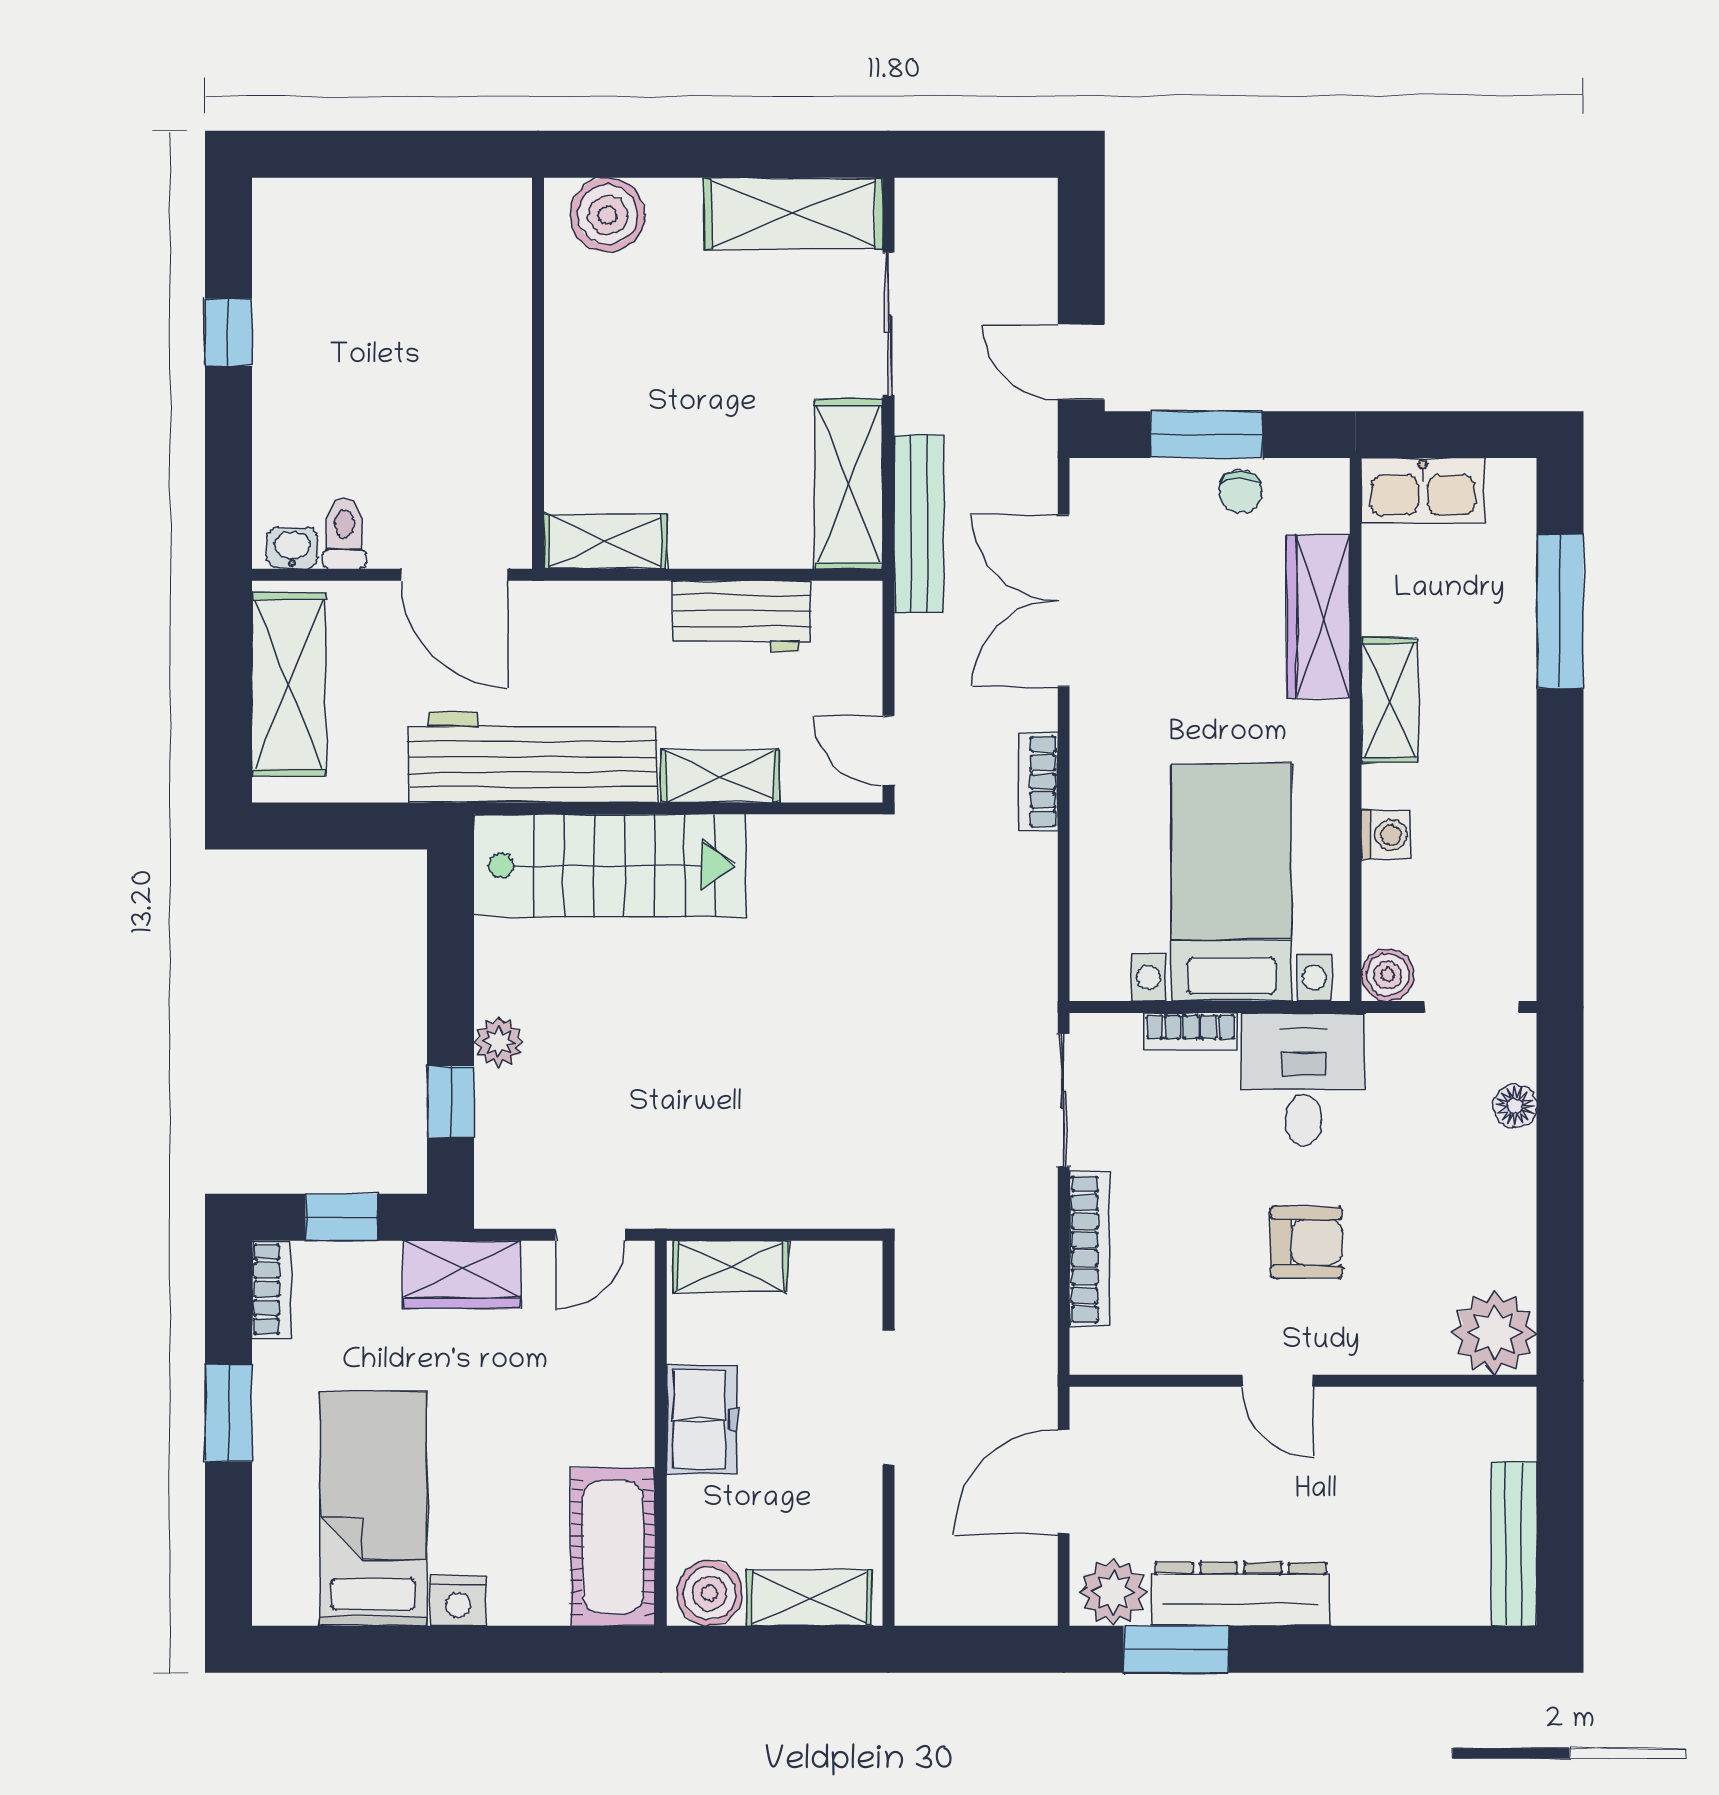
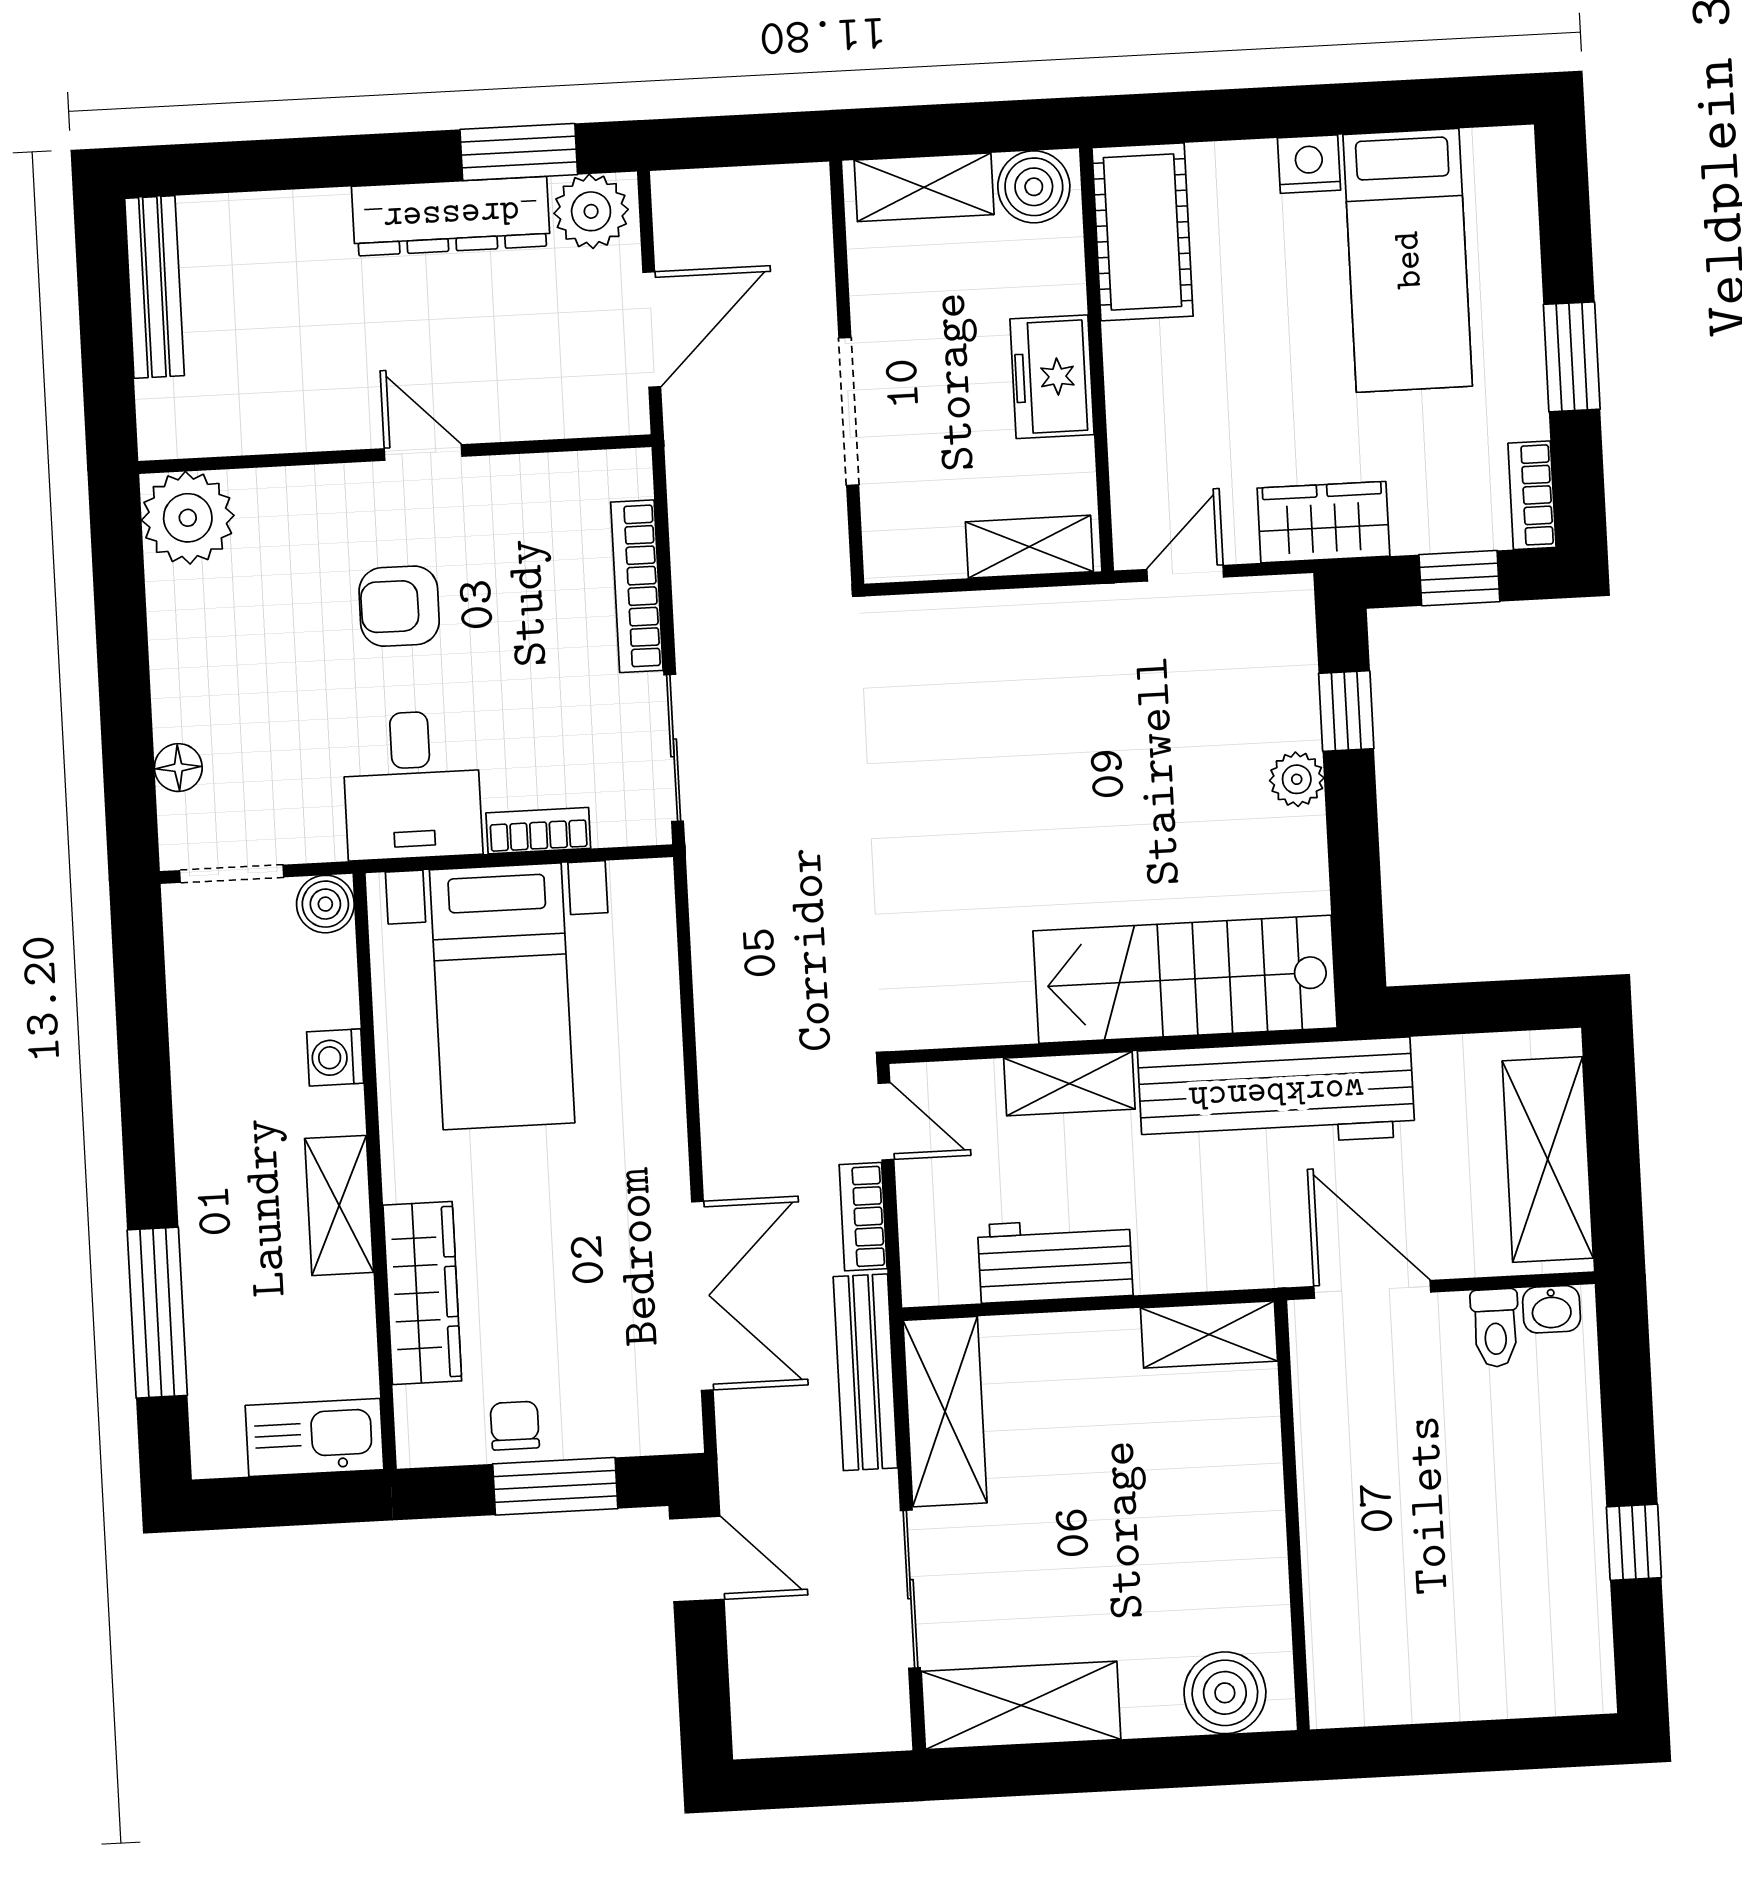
bookcase: (1038, 782) -> (863, 1217), moved, turned 180

